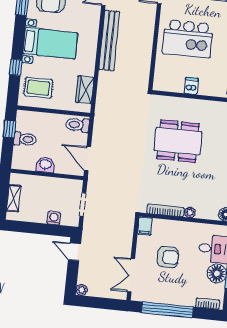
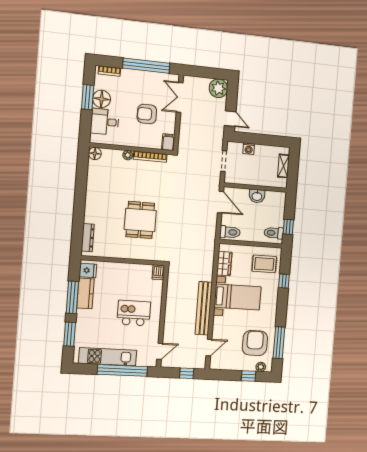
kitchen island: (188, 39) -> (134, 313), width x0.73, depth x0.78
bed with nightstands: (50, 43) -> (238, 297), moved, turned 180
dishwasher: (191, 86) -> (158, 272), moved
toilet: (25, 139) -> (274, 233), moved
dining table: (178, 141) -> (140, 220), width x0.73
double door: (131, 275) -> (180, 97), swing flipped
plant: (82, 290) -> (218, 88), width x1.87, depth x1.87

